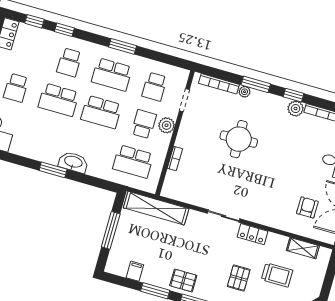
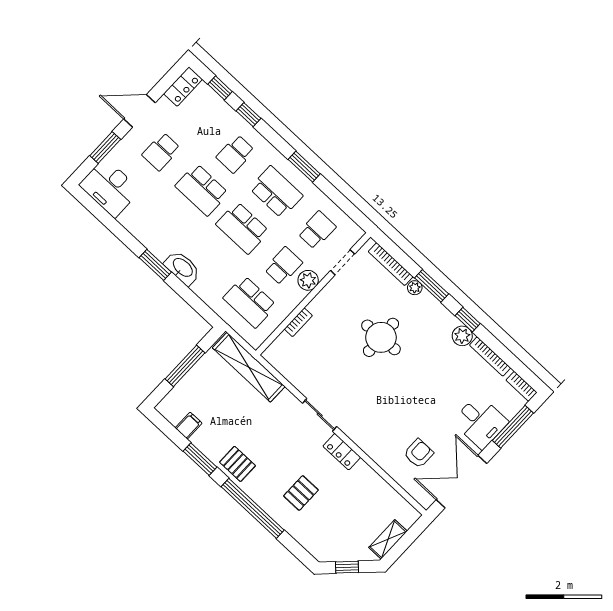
school desk: (112, 74) -> (276, 192), turned 180
school desk: (154, 87) -> (317, 230), turned 180
shelving: (303, 248) -> (388, 539), moved, turned 90
trolley: (277, 275) -> (346, 512), removed

